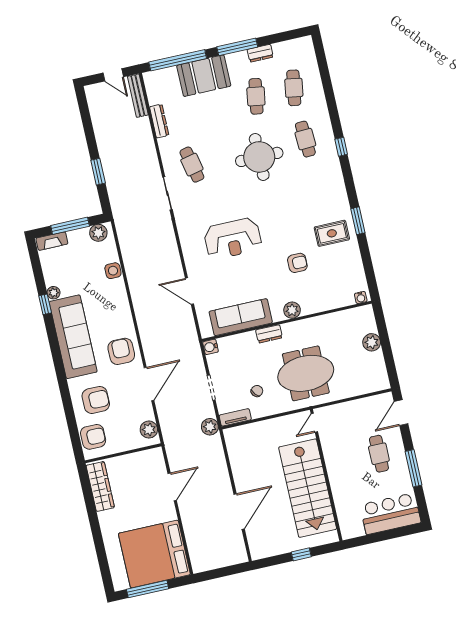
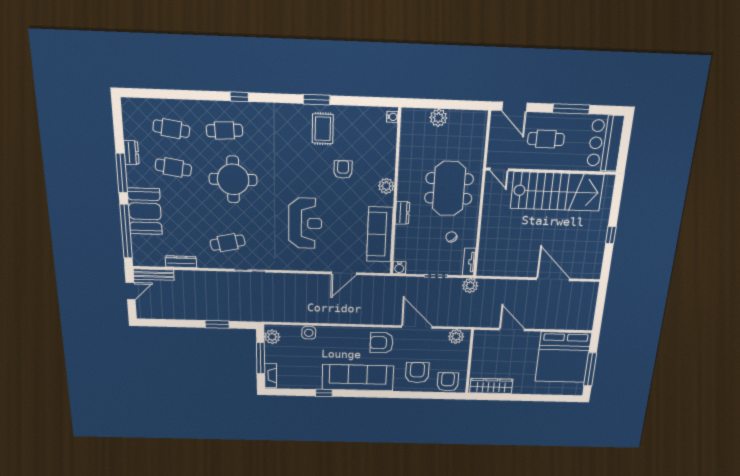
plant: (54, 293) -> (316, 384), removed
door: (314, 423) -> (499, 169), moved
wall: (326, 475) -> (551, 171), moved
stairs: (308, 488) -> (557, 192), moved

